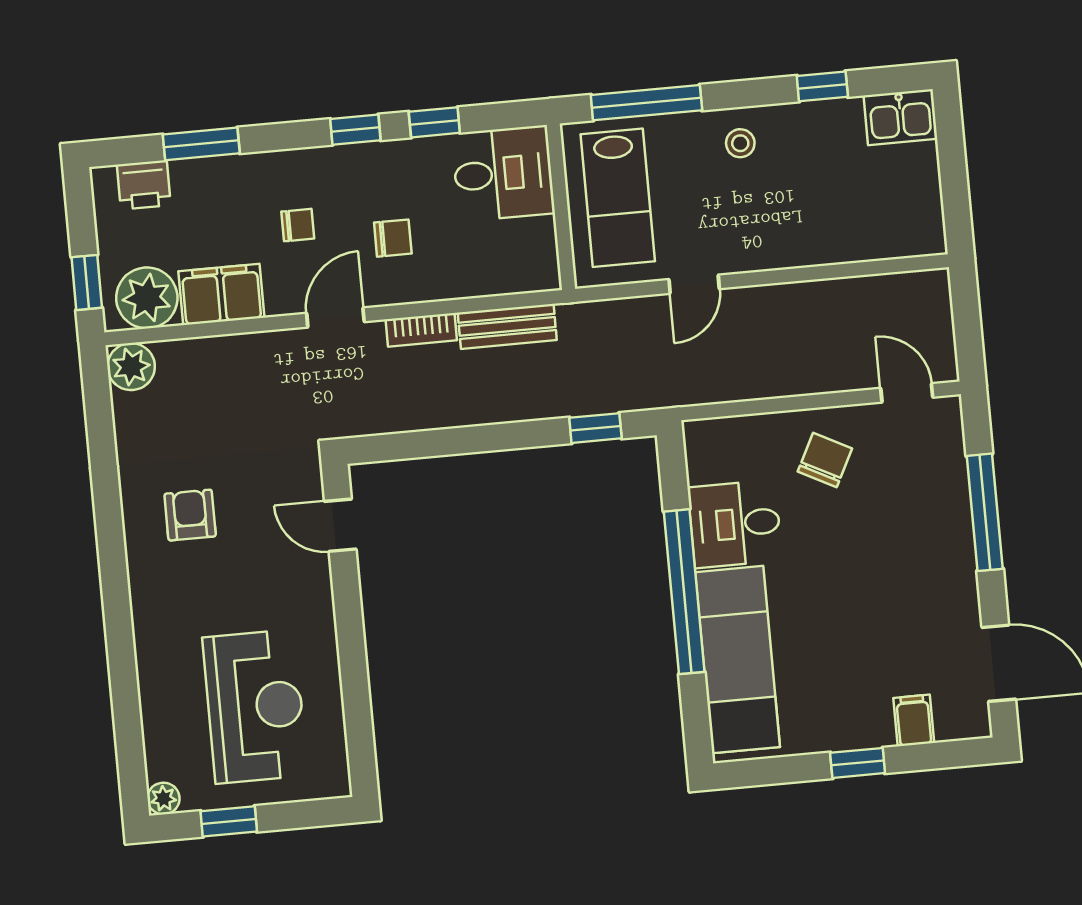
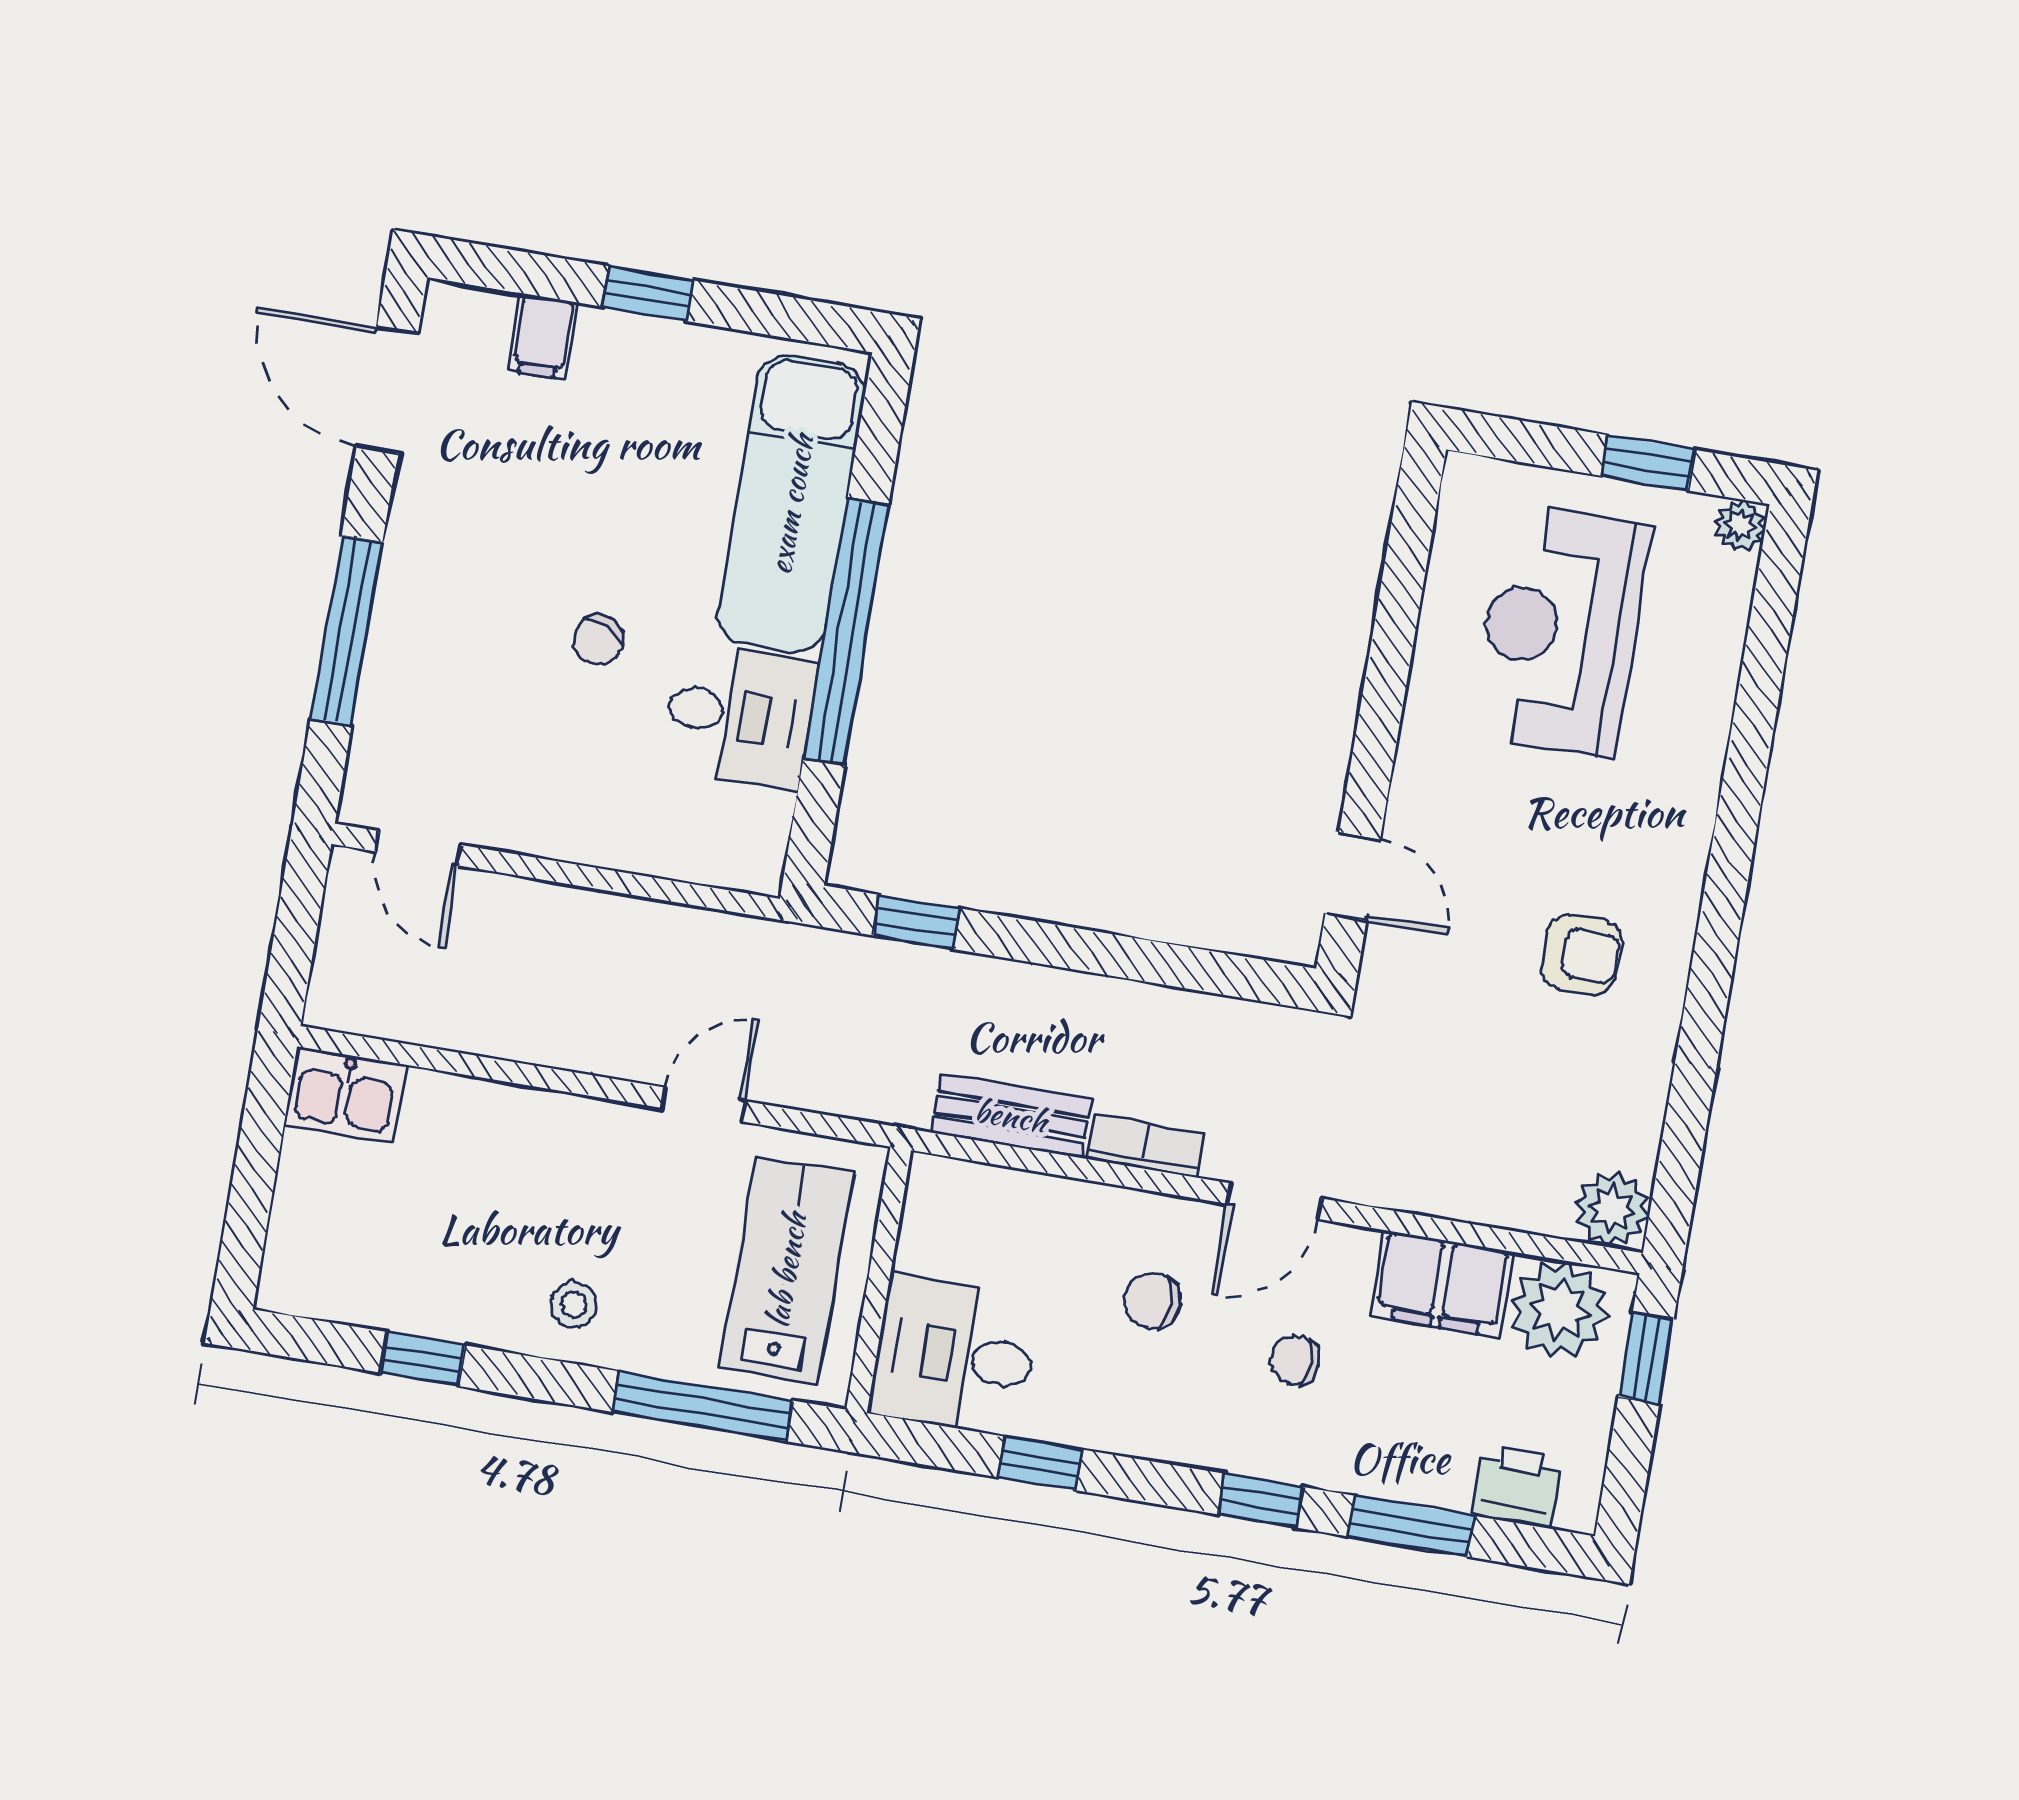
kitchen sink: (900, 117) -> (345, 1095), moved, turned 180
window: (355, 130) -> (1260, 1501), moved
chair: (825, 460) -> (599, 640), moved, width x0.73, depth x0.73
armchair: (190, 515) -> (1582, 954), turned -90

